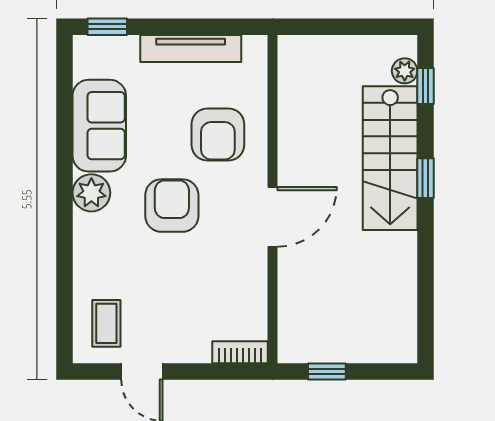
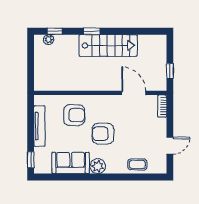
stairs: (390, 158) -> (108, 46), moved
door: (273, 217) -> (134, 93), moved
coffee table: (106, 323) -> (137, 164), moved

